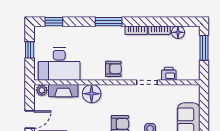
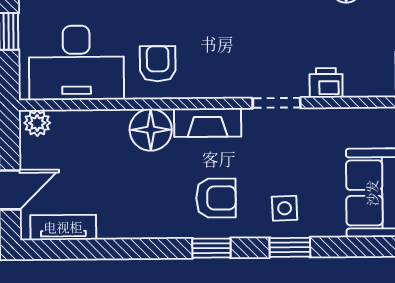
armchair: (113, 69) -> (158, 64), moved, turned -90
fireplace: (63, 91) -> (208, 123), moved

